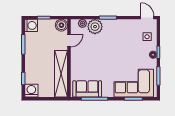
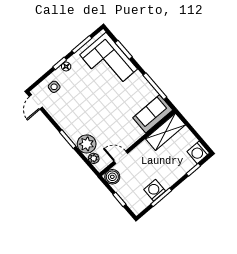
washing machine: (31, 25) -> (155, 190), moved
shelving: (61, 74) -> (165, 132), width x0.68
sofa: (87, 89) -> (153, 114), moved, turned 90

